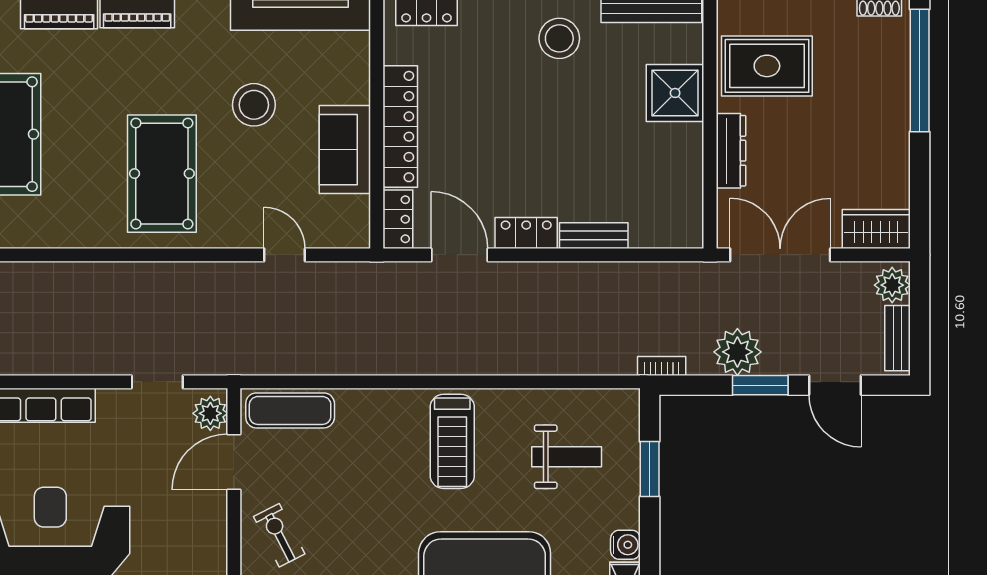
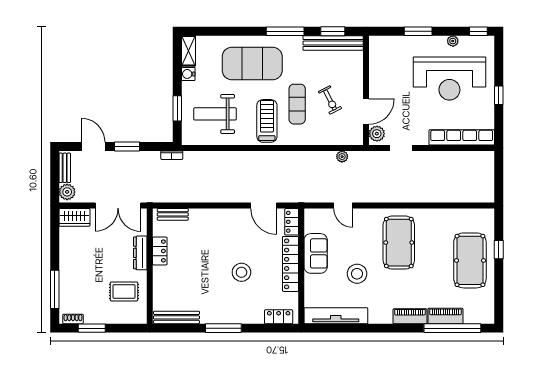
stool: (559, 38) -> (241, 272), moved
rug: (767, 66) -> (124, 291), width x0.73, depth x0.70
window: (920, 70) -> (55, 289), width x0.68
shower: (675, 93) -> (166, 279), removed
locker: (526, 233) -> (160, 251), moved, turned -90
bench: (594, 236) -> (173, 214), moved
plant: (737, 352) -> (342, 157), moved, width x0.53, depth x0.53
exercise mat: (290, 410) -> (297, 104), moved, turned 90
weight bench: (567, 457) -> (215, 114), width x1.36, depth x1.33
exercise bike: (279, 535) -> (330, 100), moved

